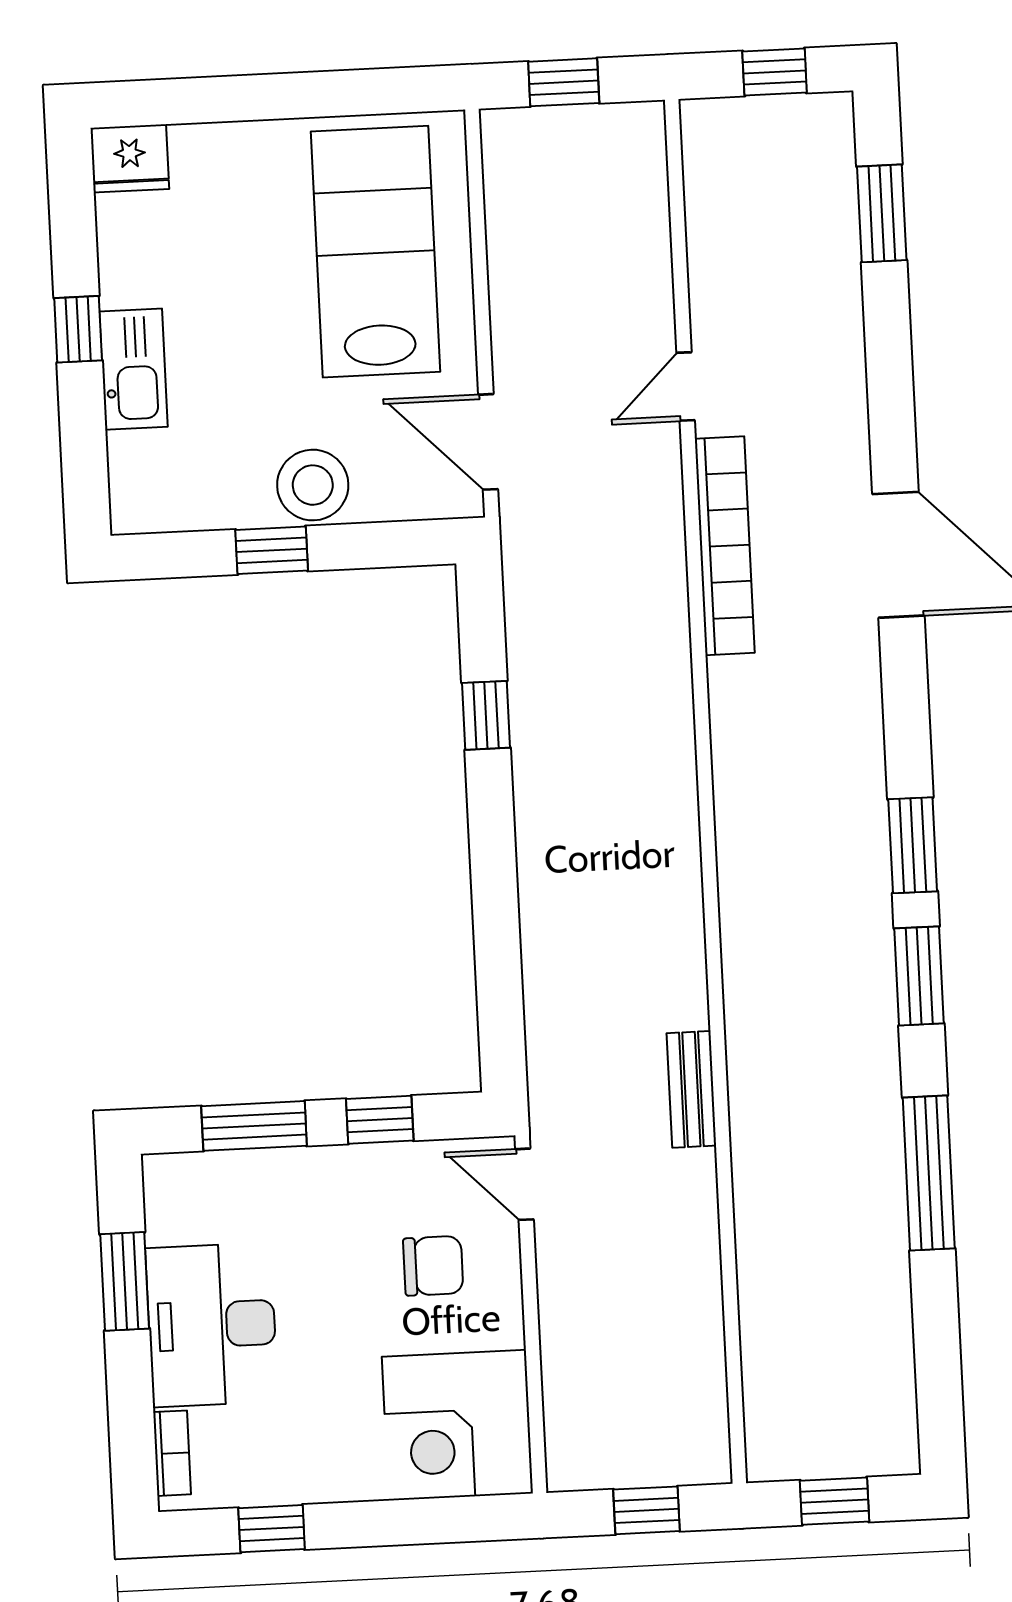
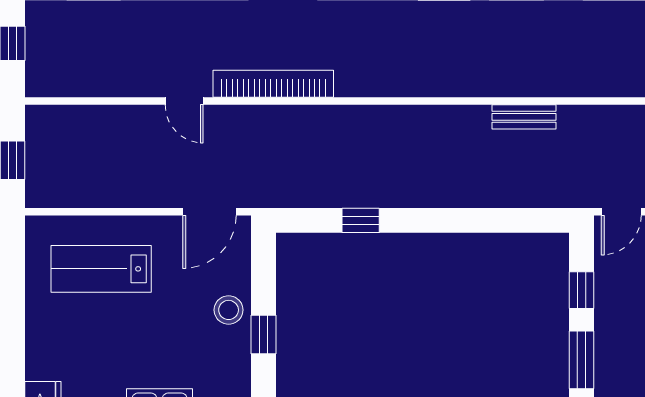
lab bench: (376, 252) -> (101, 269), width x0.73, depth x0.72
stool: (313, 485) -> (229, 310), width x0.73, depth x0.73
bench: (691, 1089) -> (524, 117), moved

